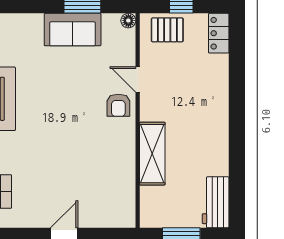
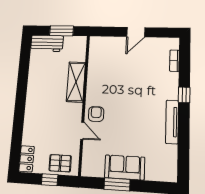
floor lamp: (128, 21) -> (86, 171), removed
workbench: (216, 202) -> (47, 43), moved, turned 90

